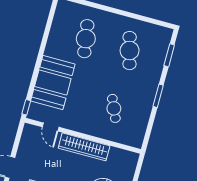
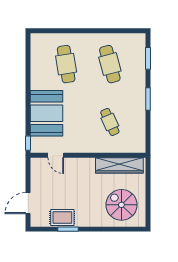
wardrobe: (84, 147) -> (119, 165), moved

